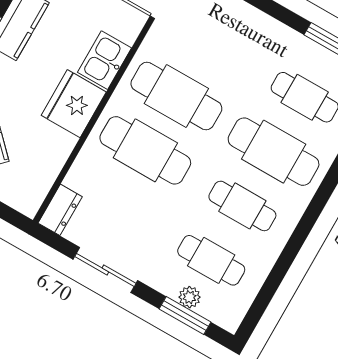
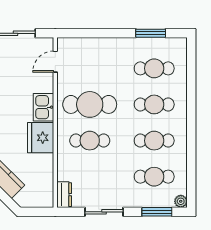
cafe table: (145, 150) -> (90, 141), width x0.73, depth x0.74
cafe table: (274, 152) -> (154, 104), width x0.73, depth x0.74
plant: (190, 297) -> (181, 201), moved

